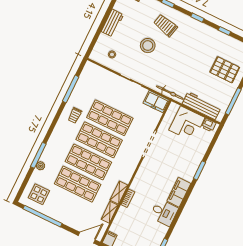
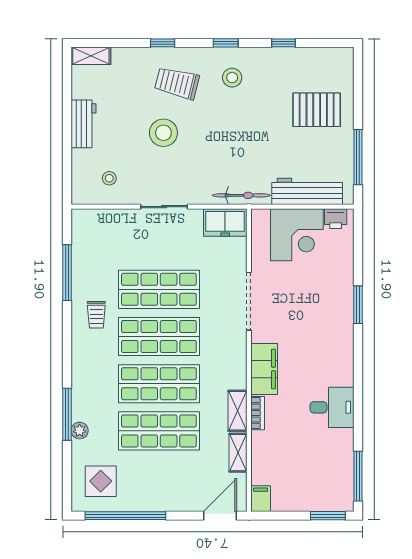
stool: (192, 35) -> (232, 78), added
filing cabinet: (179, 192) -> (264, 369), moved, turned 180

